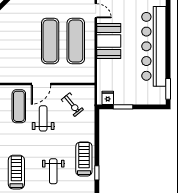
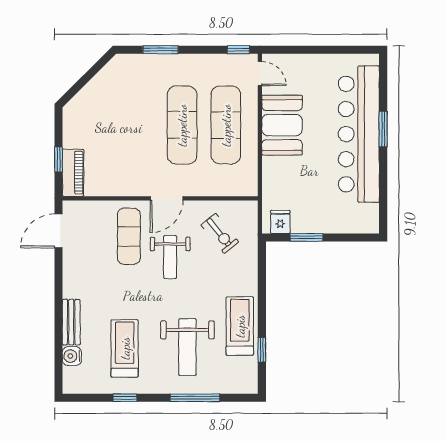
window: (168, 89) -> (383, 129), moved
weight bench: (43, 118) -> (170, 257), turned 180
weight bench: (53, 171) -> (187, 347), width x1.36, depth x1.33

